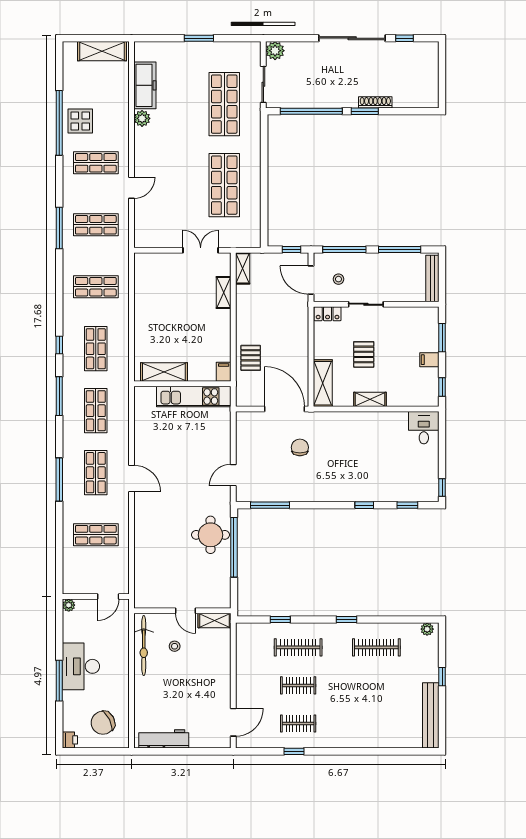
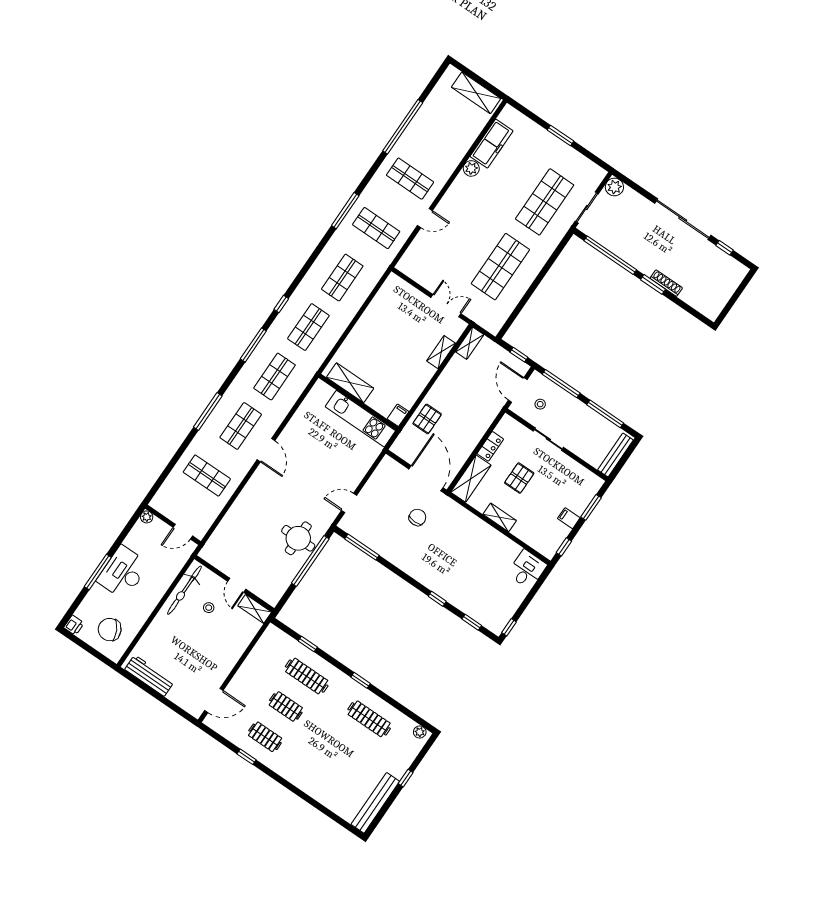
display table: (80, 121) -> (421, 137), removed
shop shelf: (96, 287) -> (342, 278), turned 90
locker: (328, 314) -> (490, 446), moved, turned -90

